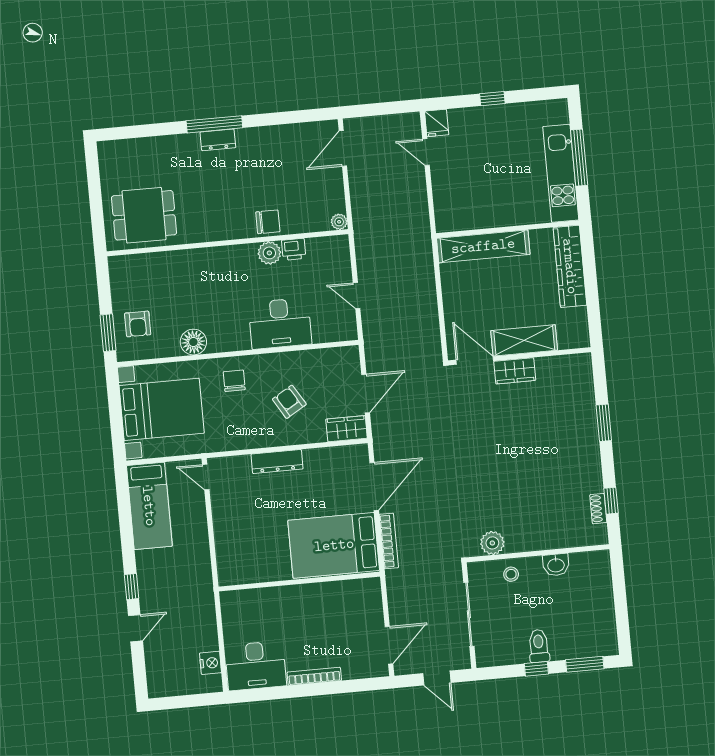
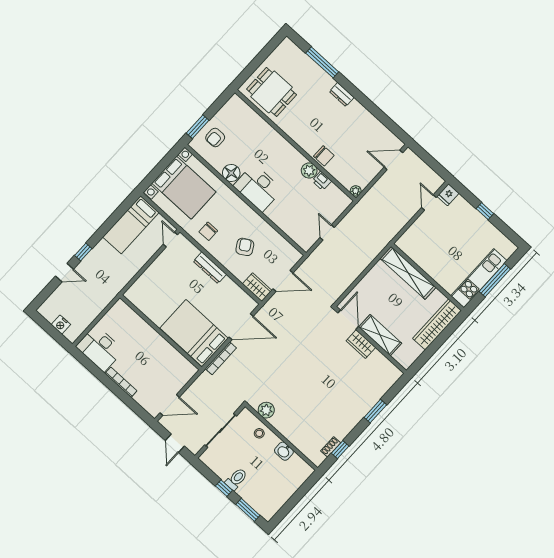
window: (214, 124) -> (322, 62), moved
desk: (280, 323) -> (258, 188), moved
chair: (234, 381) -> (208, 231), moved, turned 180
nightstand: (210, 663) -> (61, 325), moved, turned 90

